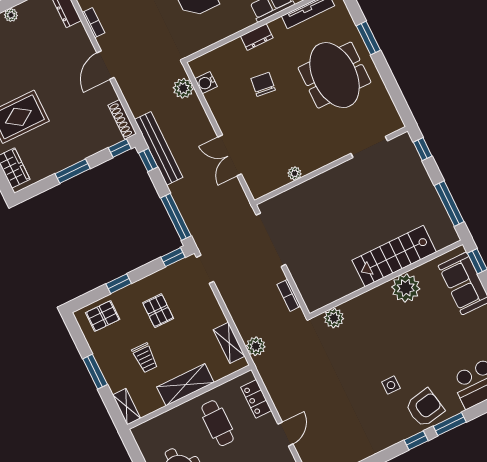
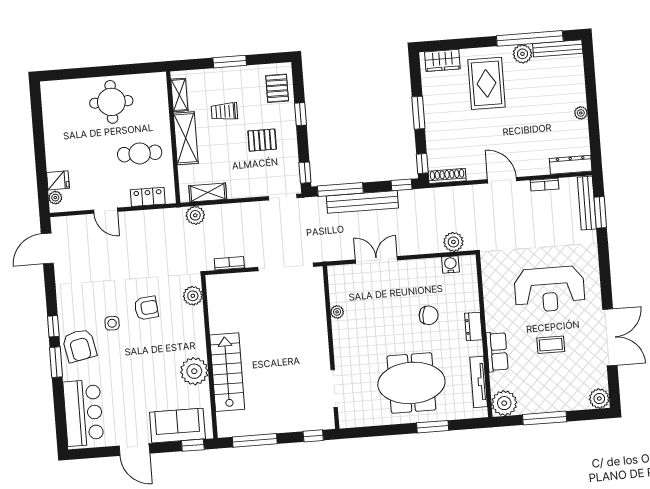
bench: (159, 148) -> (362, 202), moved
armchair: (363, 358) -> (146, 308), added
shelving: (127, 407) -> (179, 95), moved, turned 90

